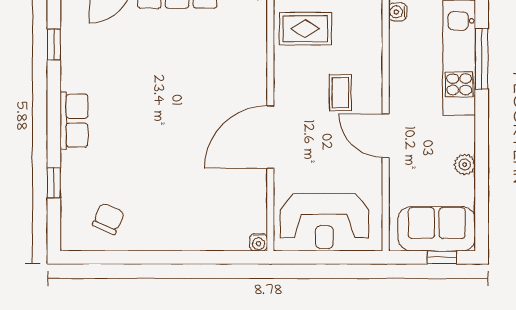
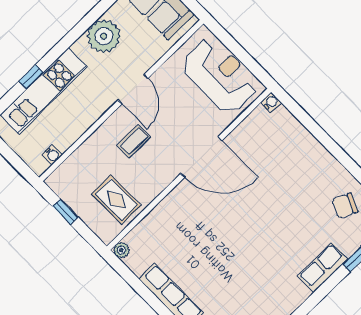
window: (482, 59) -> (31, 77), width x0.46
row of seats: (74, 121) -> (323, 268), moved
plant: (465, 165) -> (104, 36), width x1.88, depth x1.88

